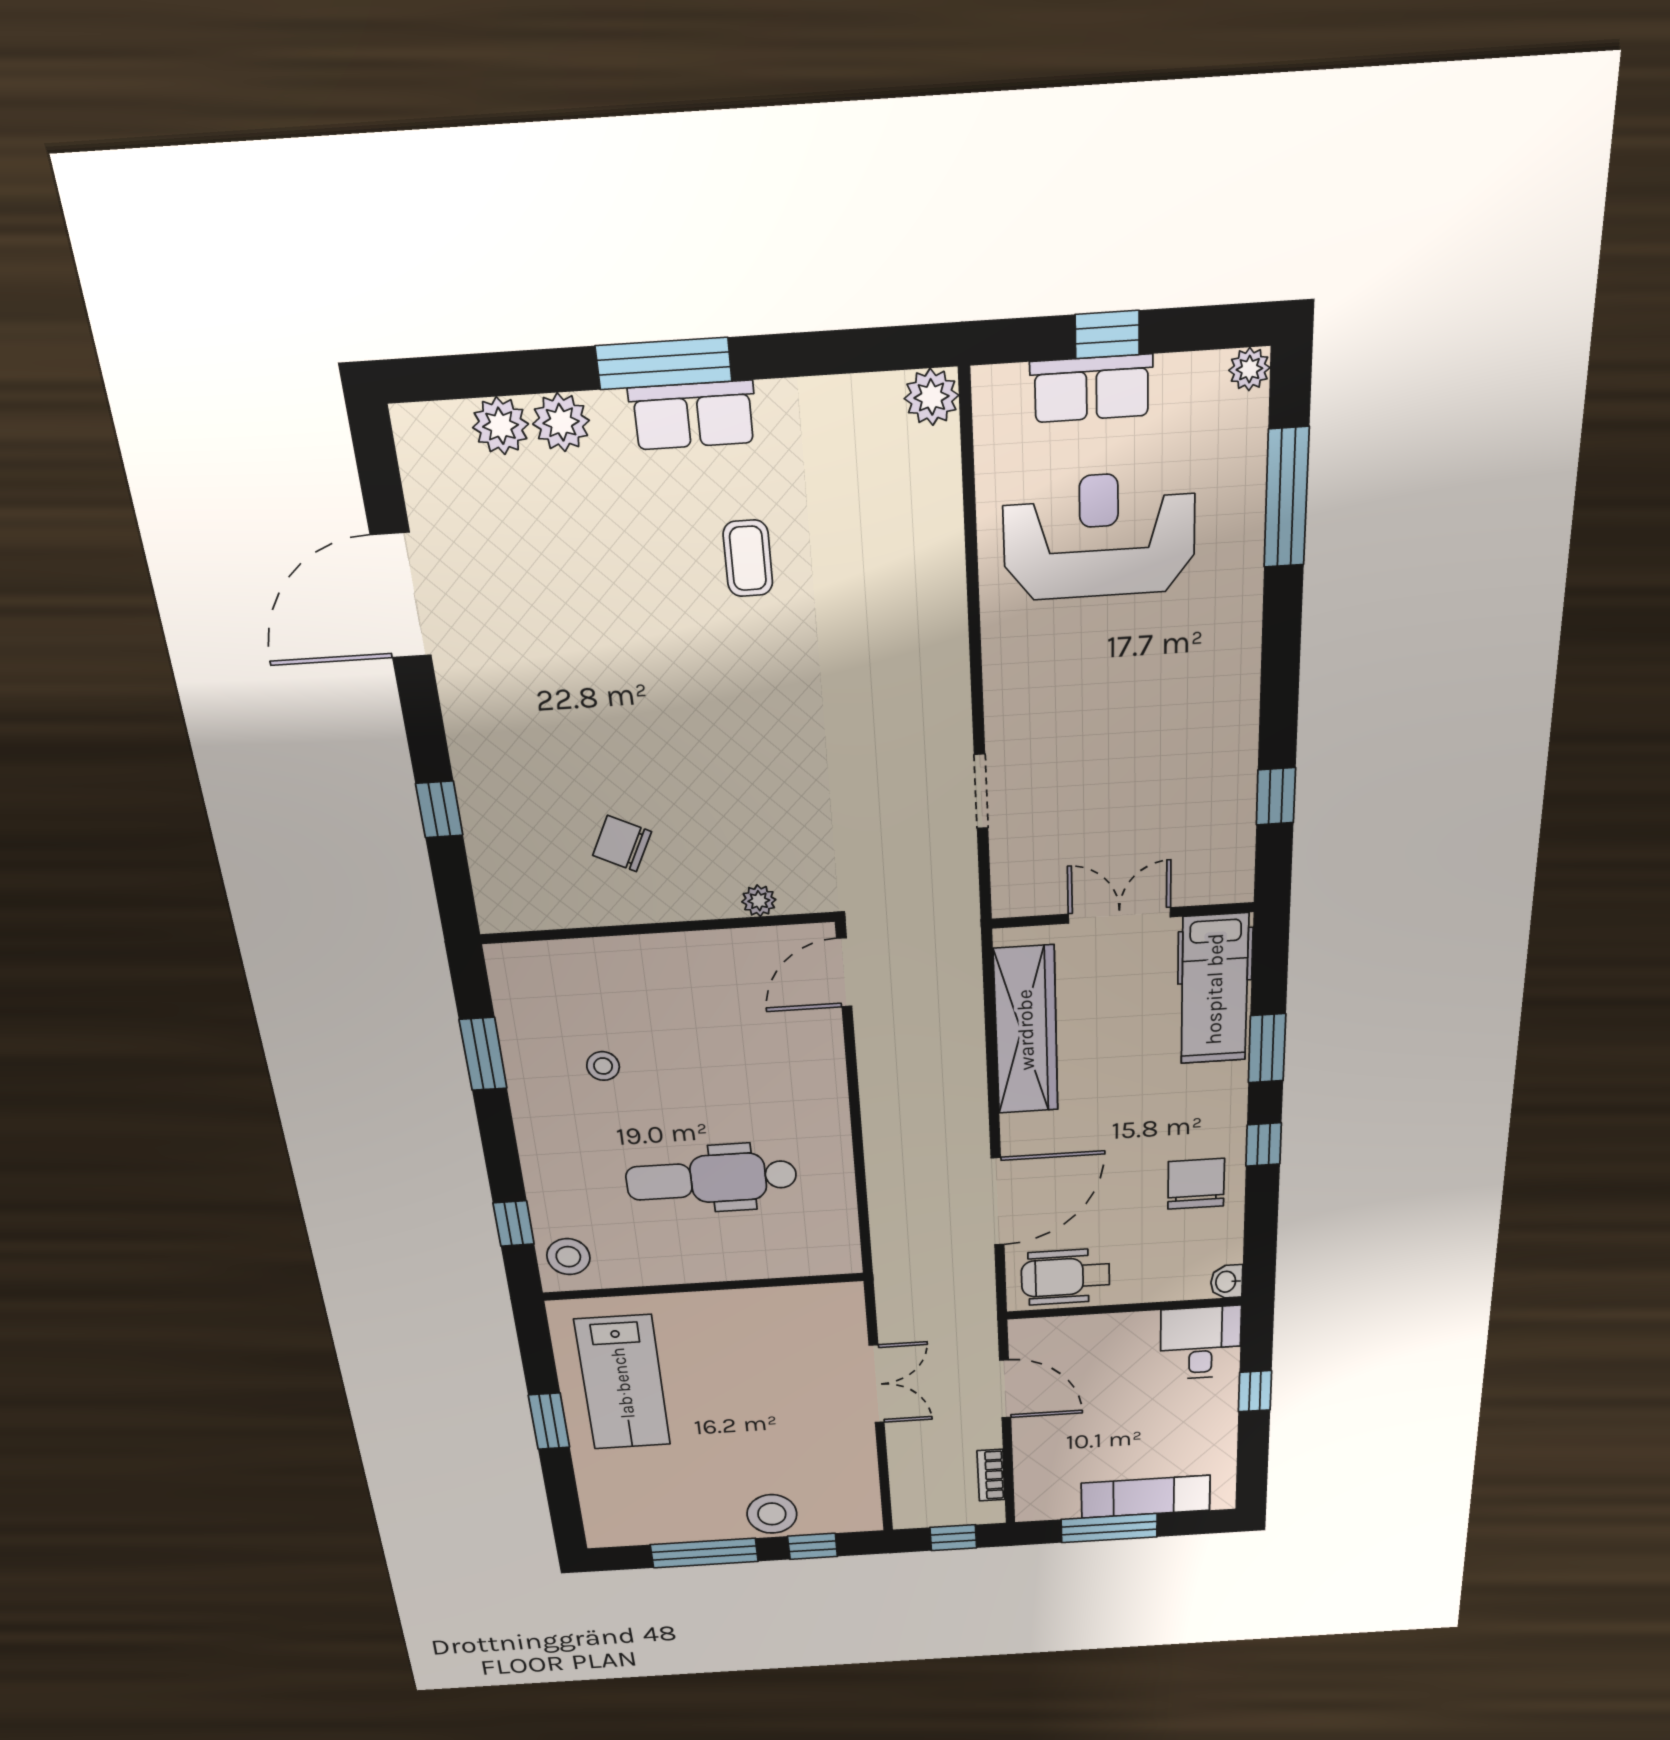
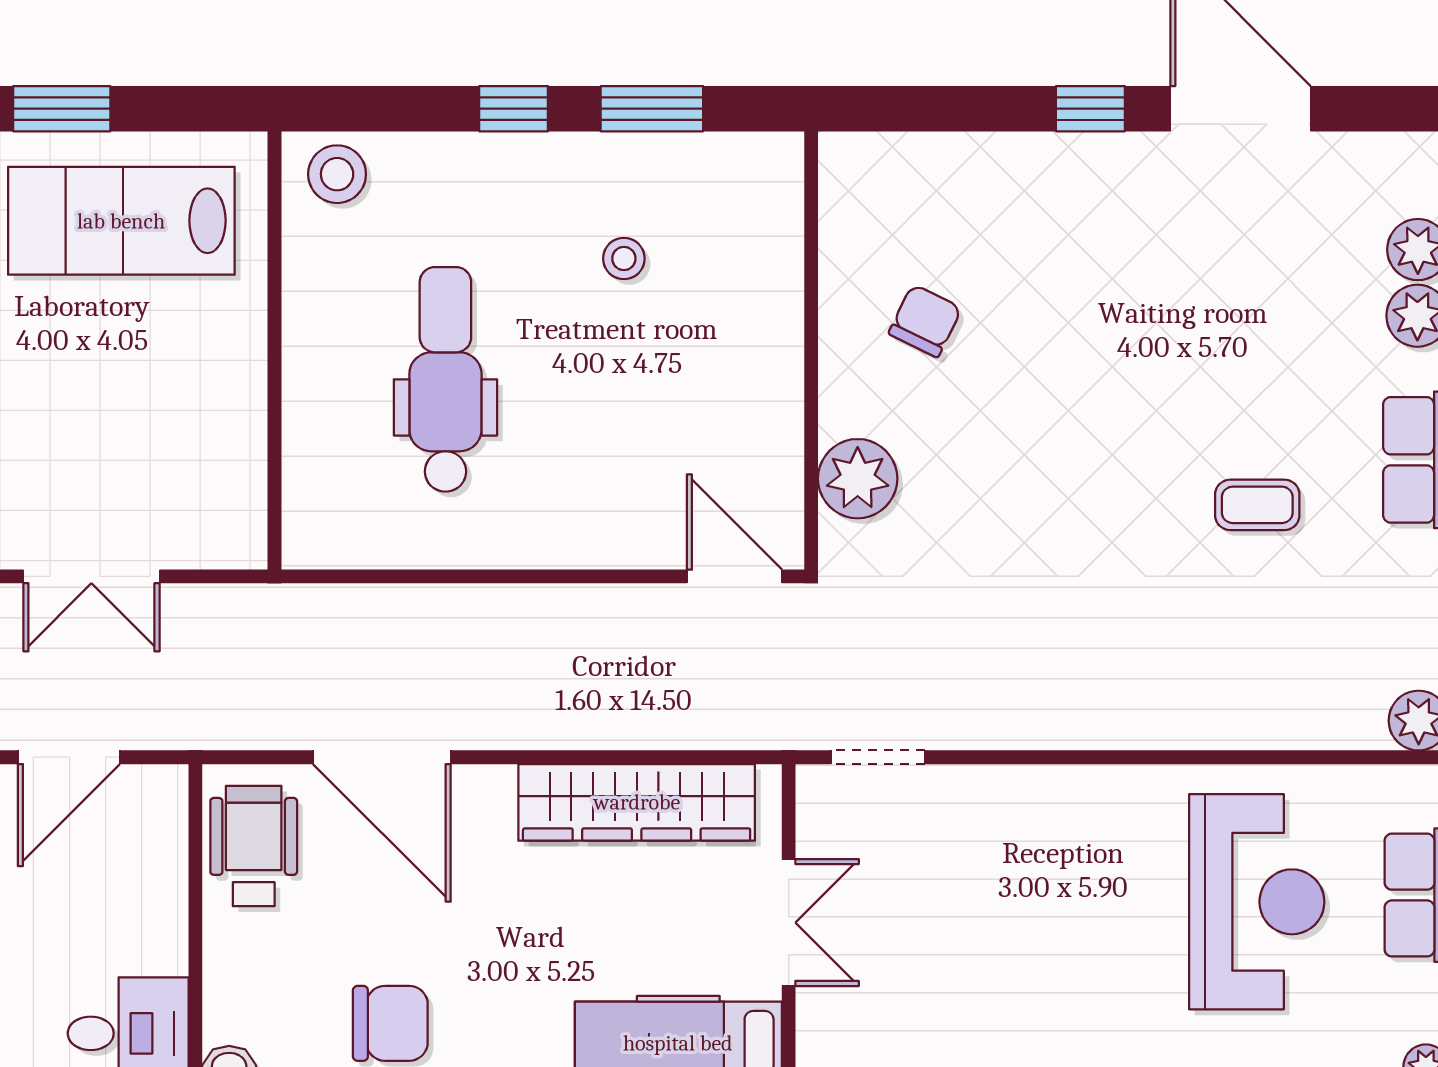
doorway: (981, 791) -> (878, 757), moved
window: (439, 809) -> (1090, 109), moved
plant: (759, 901) -> (858, 479), width x1.88, depth x1.88
window: (514, 1223) -> (514, 109), moved

